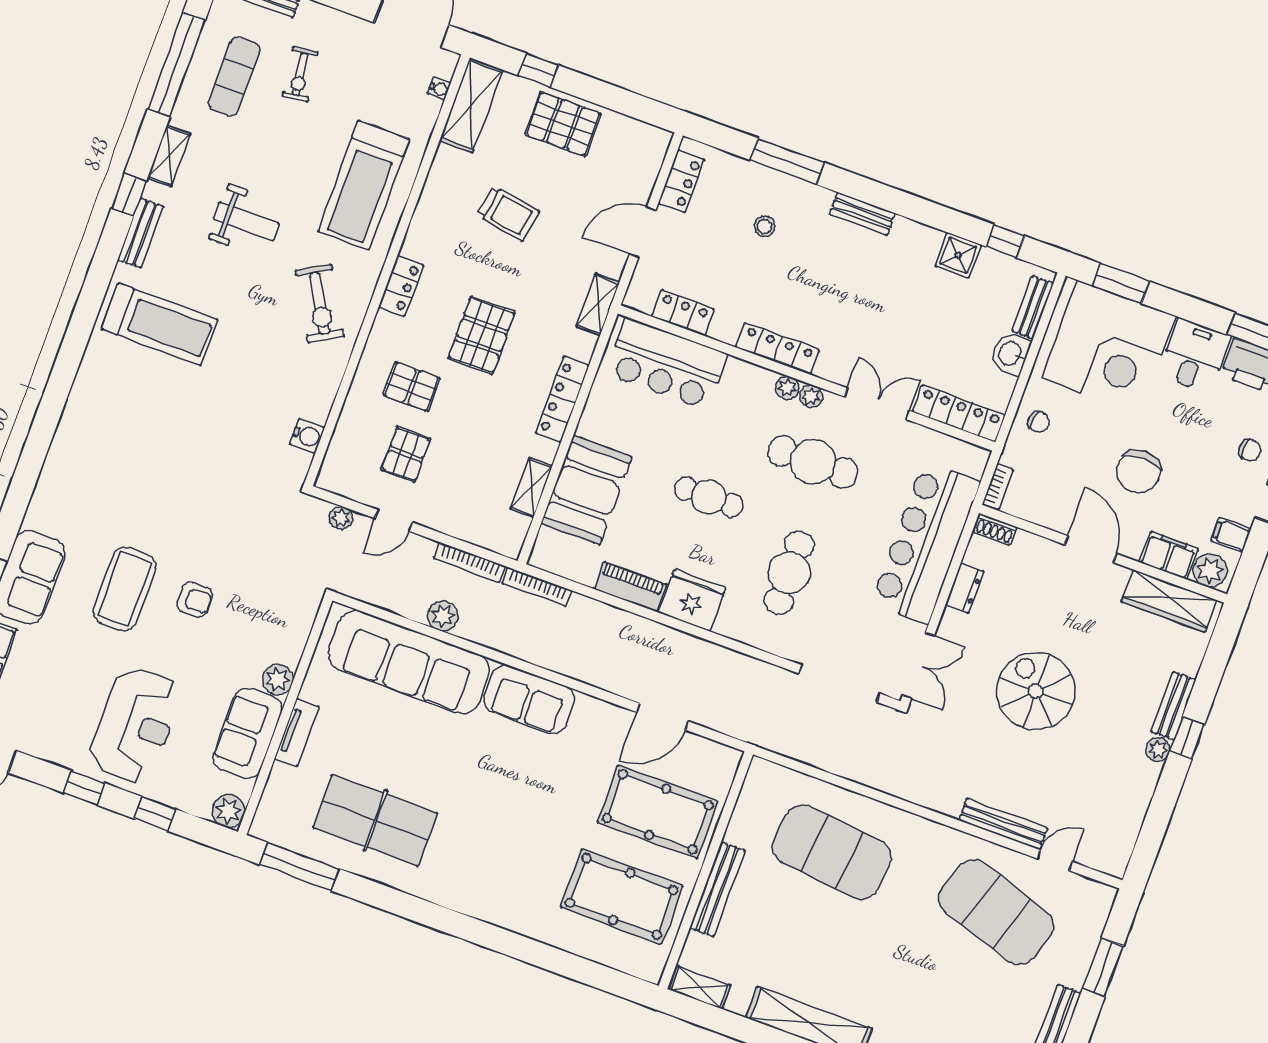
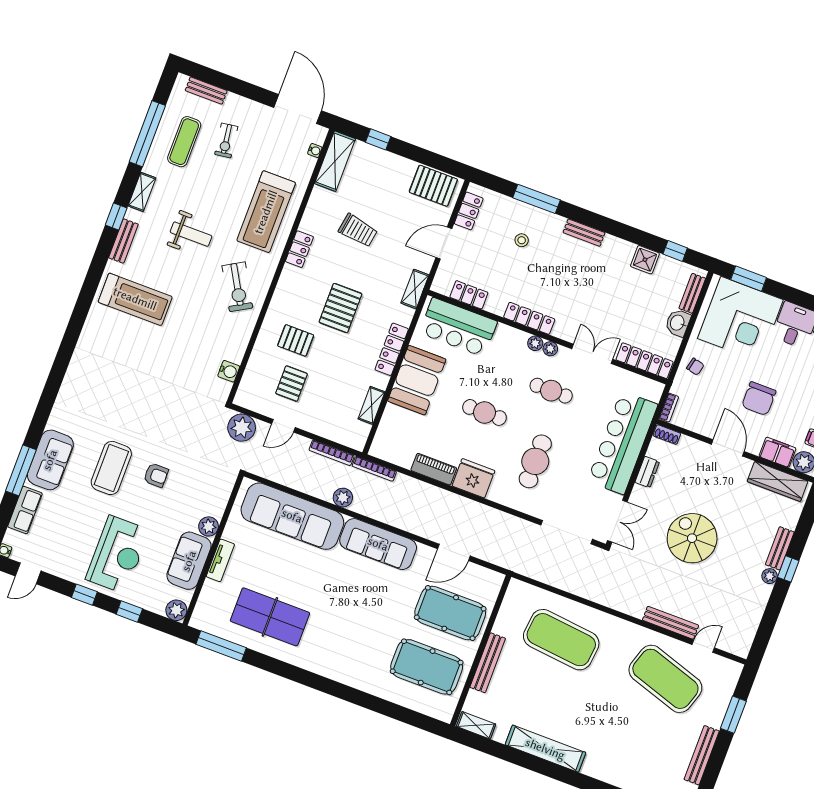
pallet: (563, 124) -> (433, 186), moved
locker: (401, 286) -> (299, 249), moved
cafe table: (813, 462) -> (551, 391), width x0.73, depth x0.74
booth: (586, 490) -> (417, 380), moved
plant: (341, 518) -> (242, 428), width x1.88, depth x1.88
plant: (443, 616) -> (343, 498), moved
sofa: (529, 699) -> (378, 544), width x1.36

